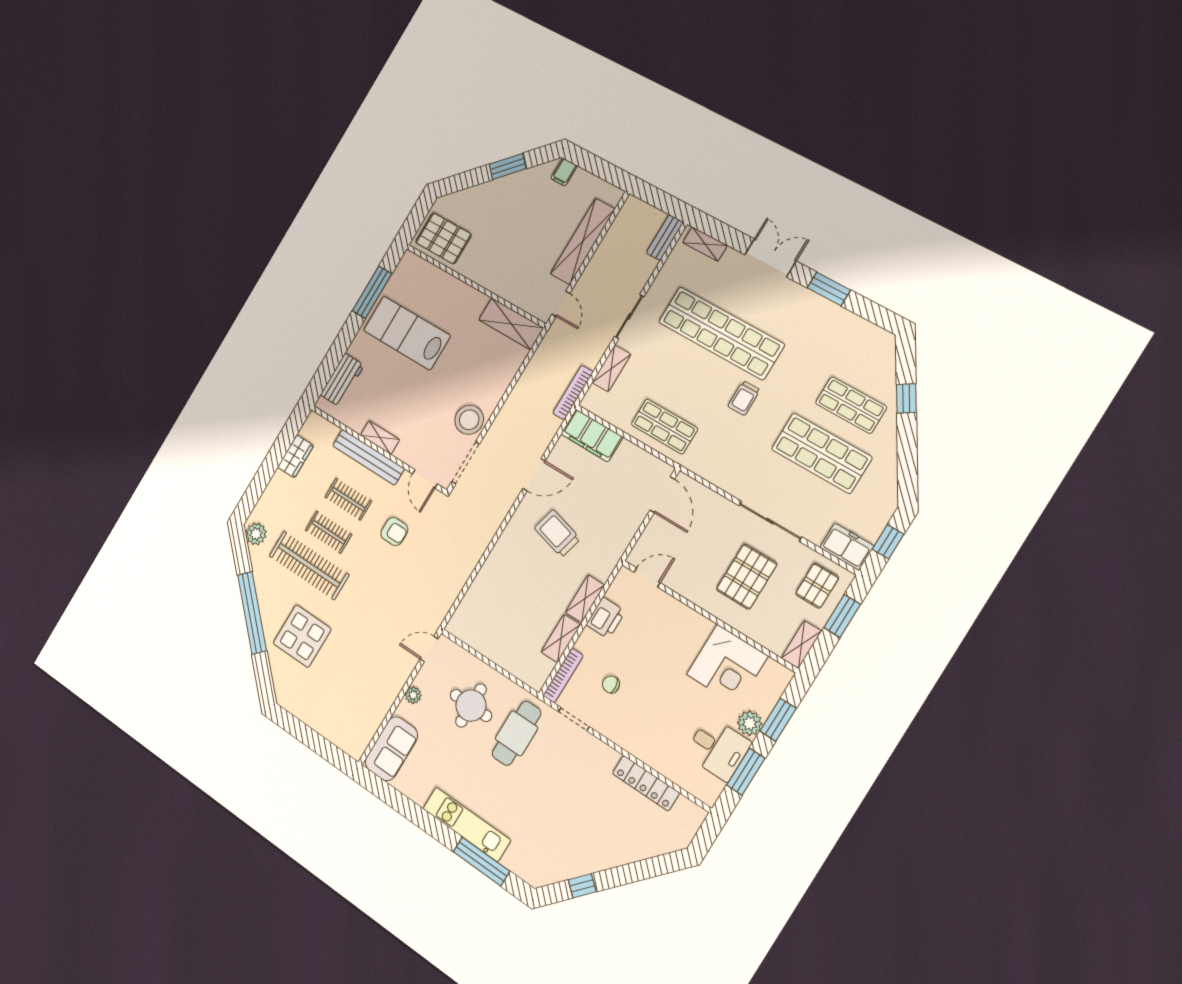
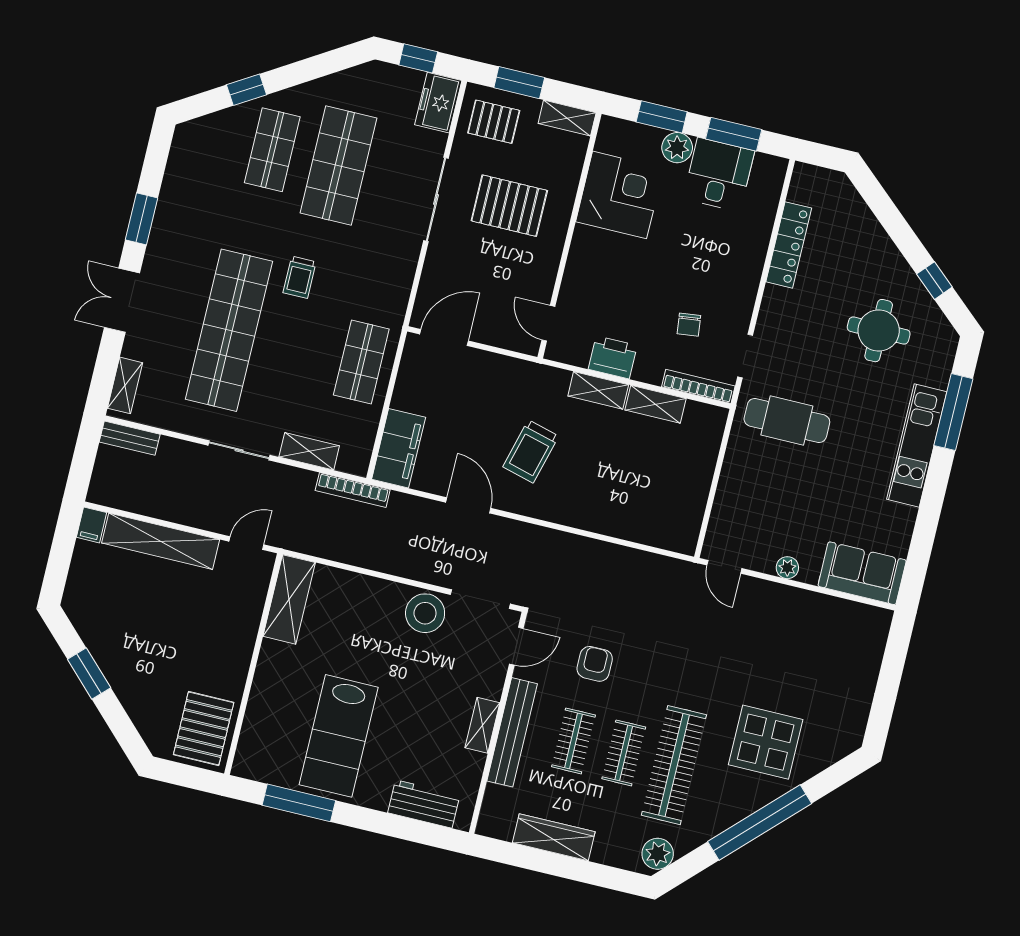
filing cabinet: (564, 172) -> (92, 525), moved, turned 90
trolley: (744, 398) -> (300, 277), turned 90
wardrobe: (296, 456) -> (554, 837), width x1.50
round table: (471, 705) -> (879, 331), moved

